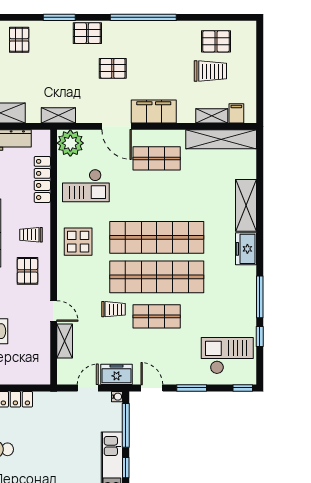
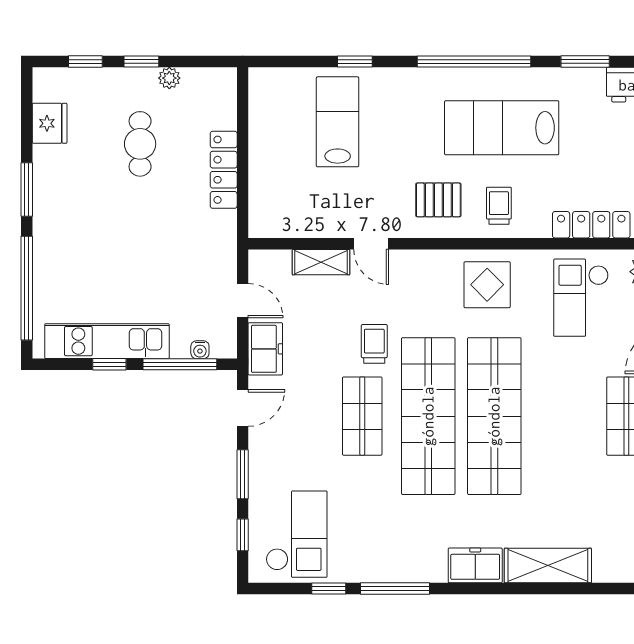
trolley: (114, 309) -> (374, 344), turned 180
door: (54, 311) -> (371, 244), hinge flipped
window: (243, 388) -> (243, 535), moved
water cooler: (117, 397) -> (200, 350), moved

